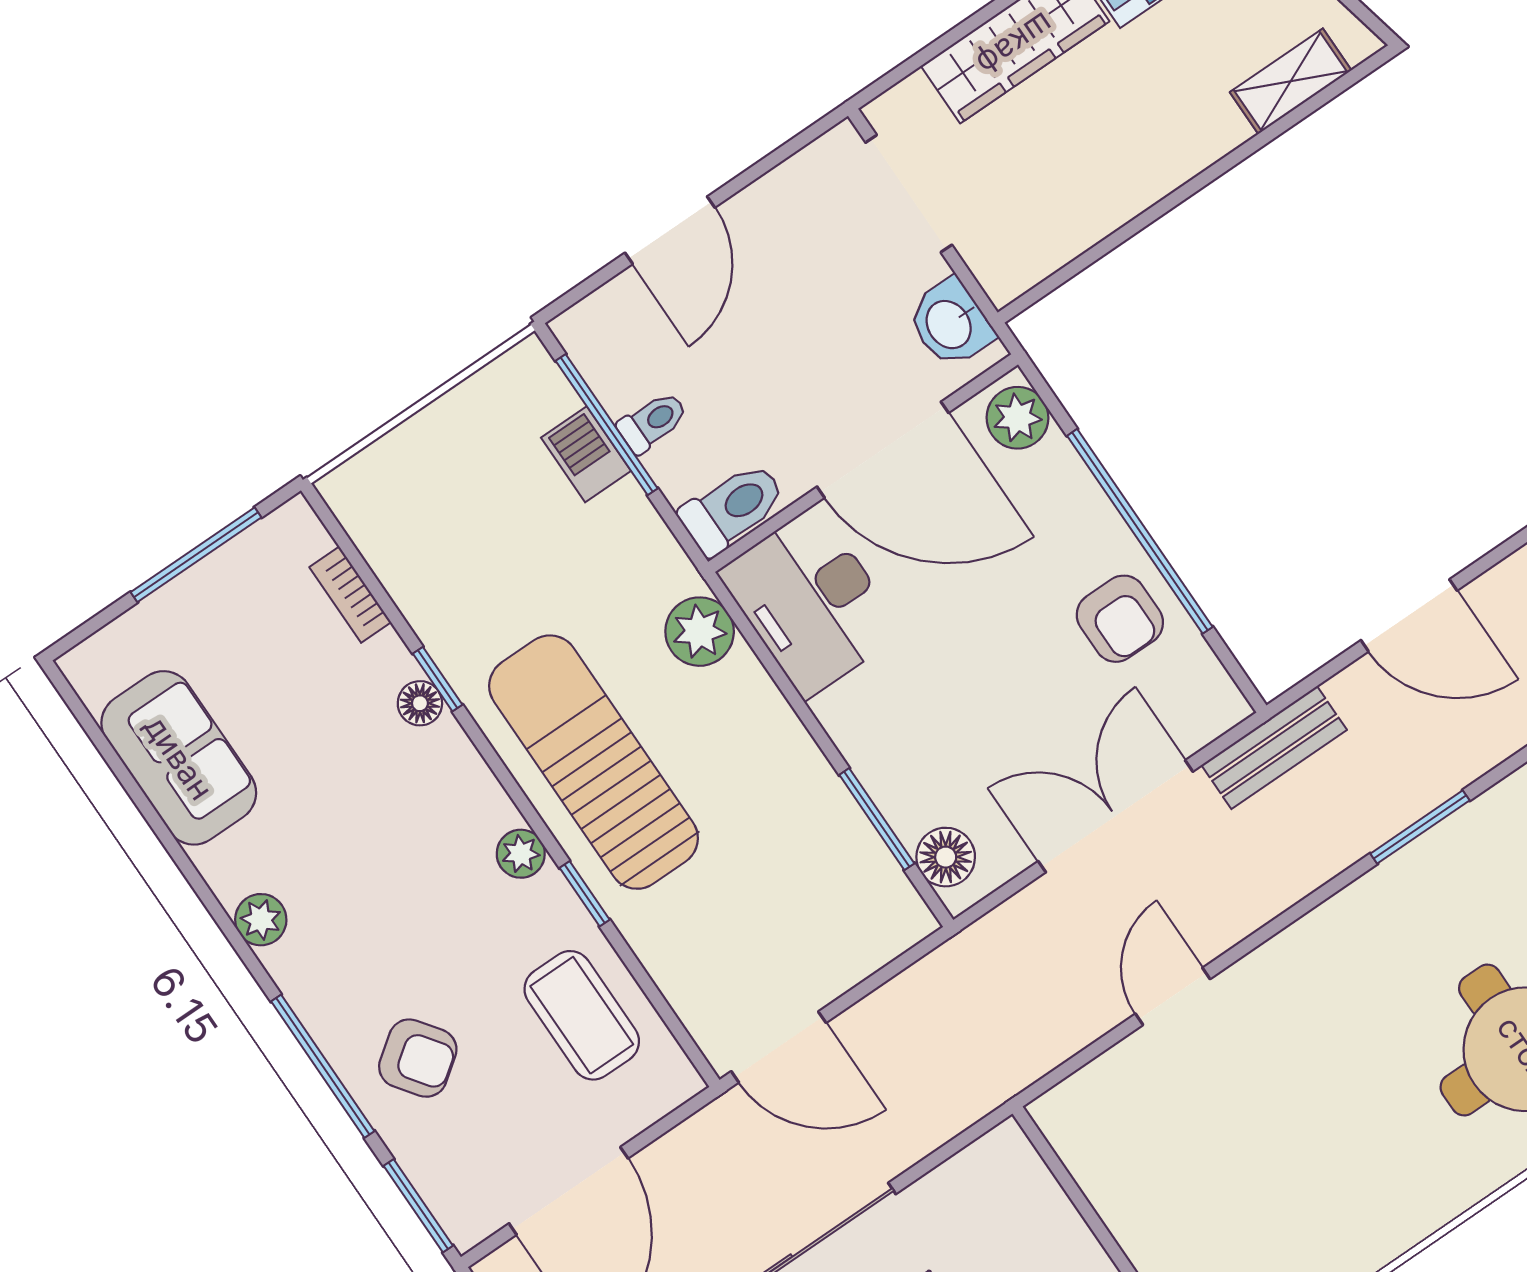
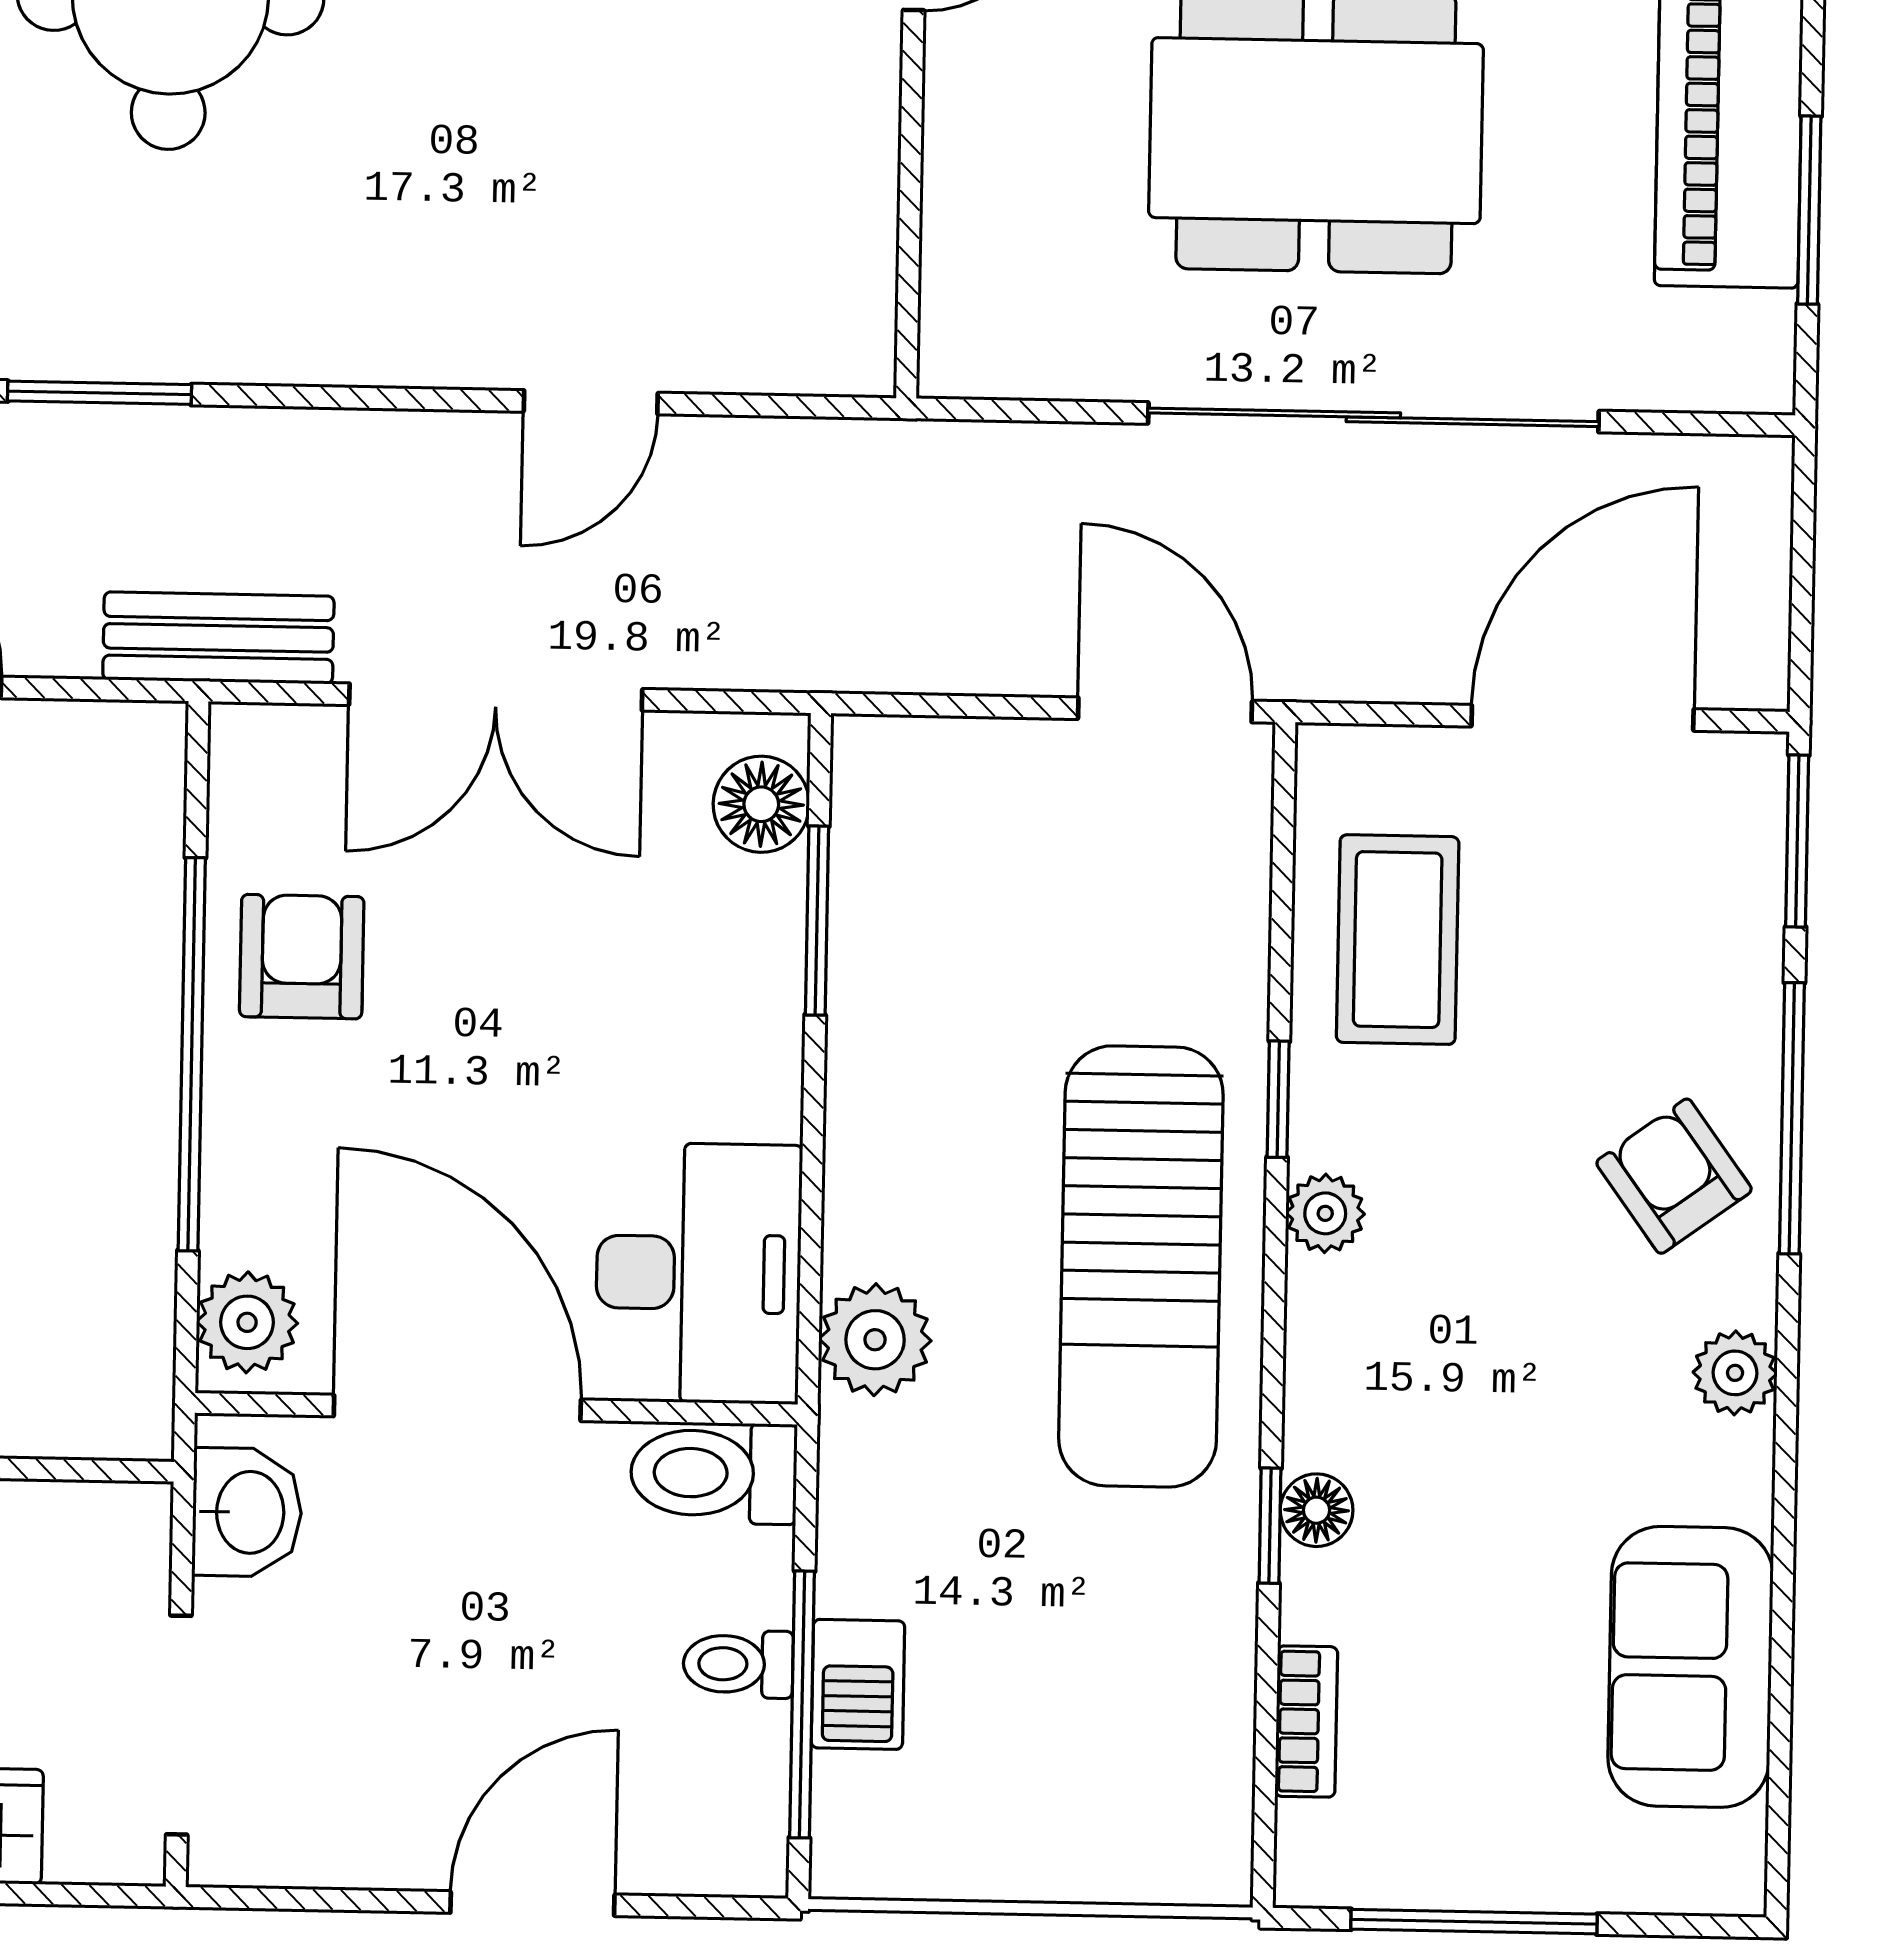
armchair: (418, 1058) -> (1674, 1176), moved

